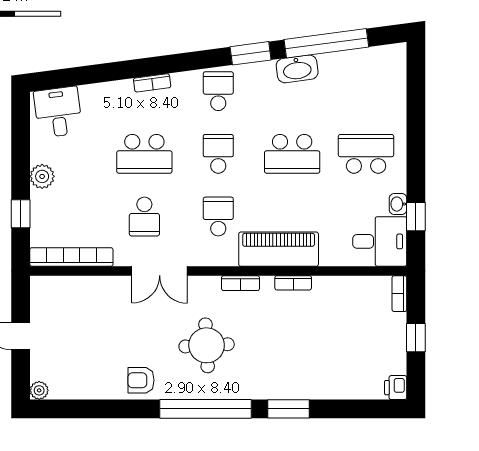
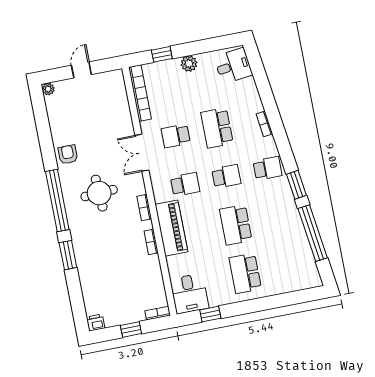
washbasin: (297, 69) -> (292, 217), removed
school desk: (366, 154) -> (245, 273), turned 180
washbasin: (398, 204) -> (216, 301), removed

